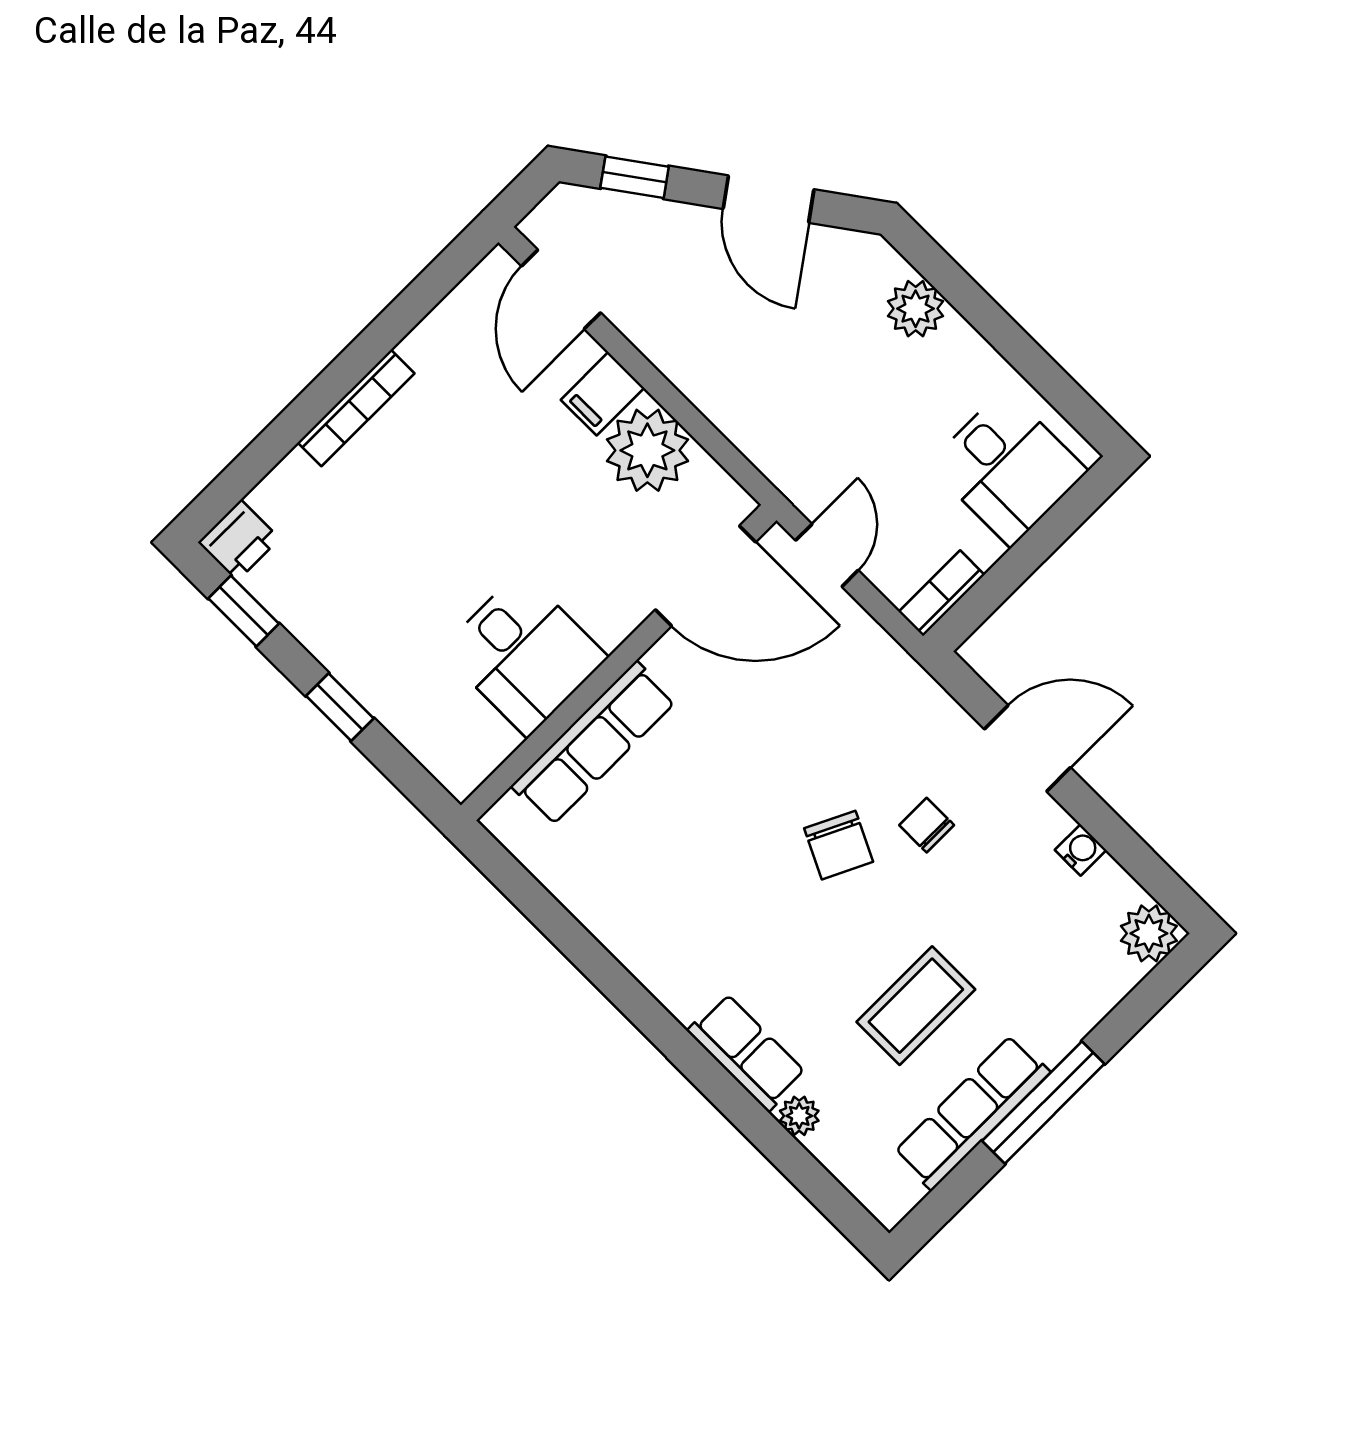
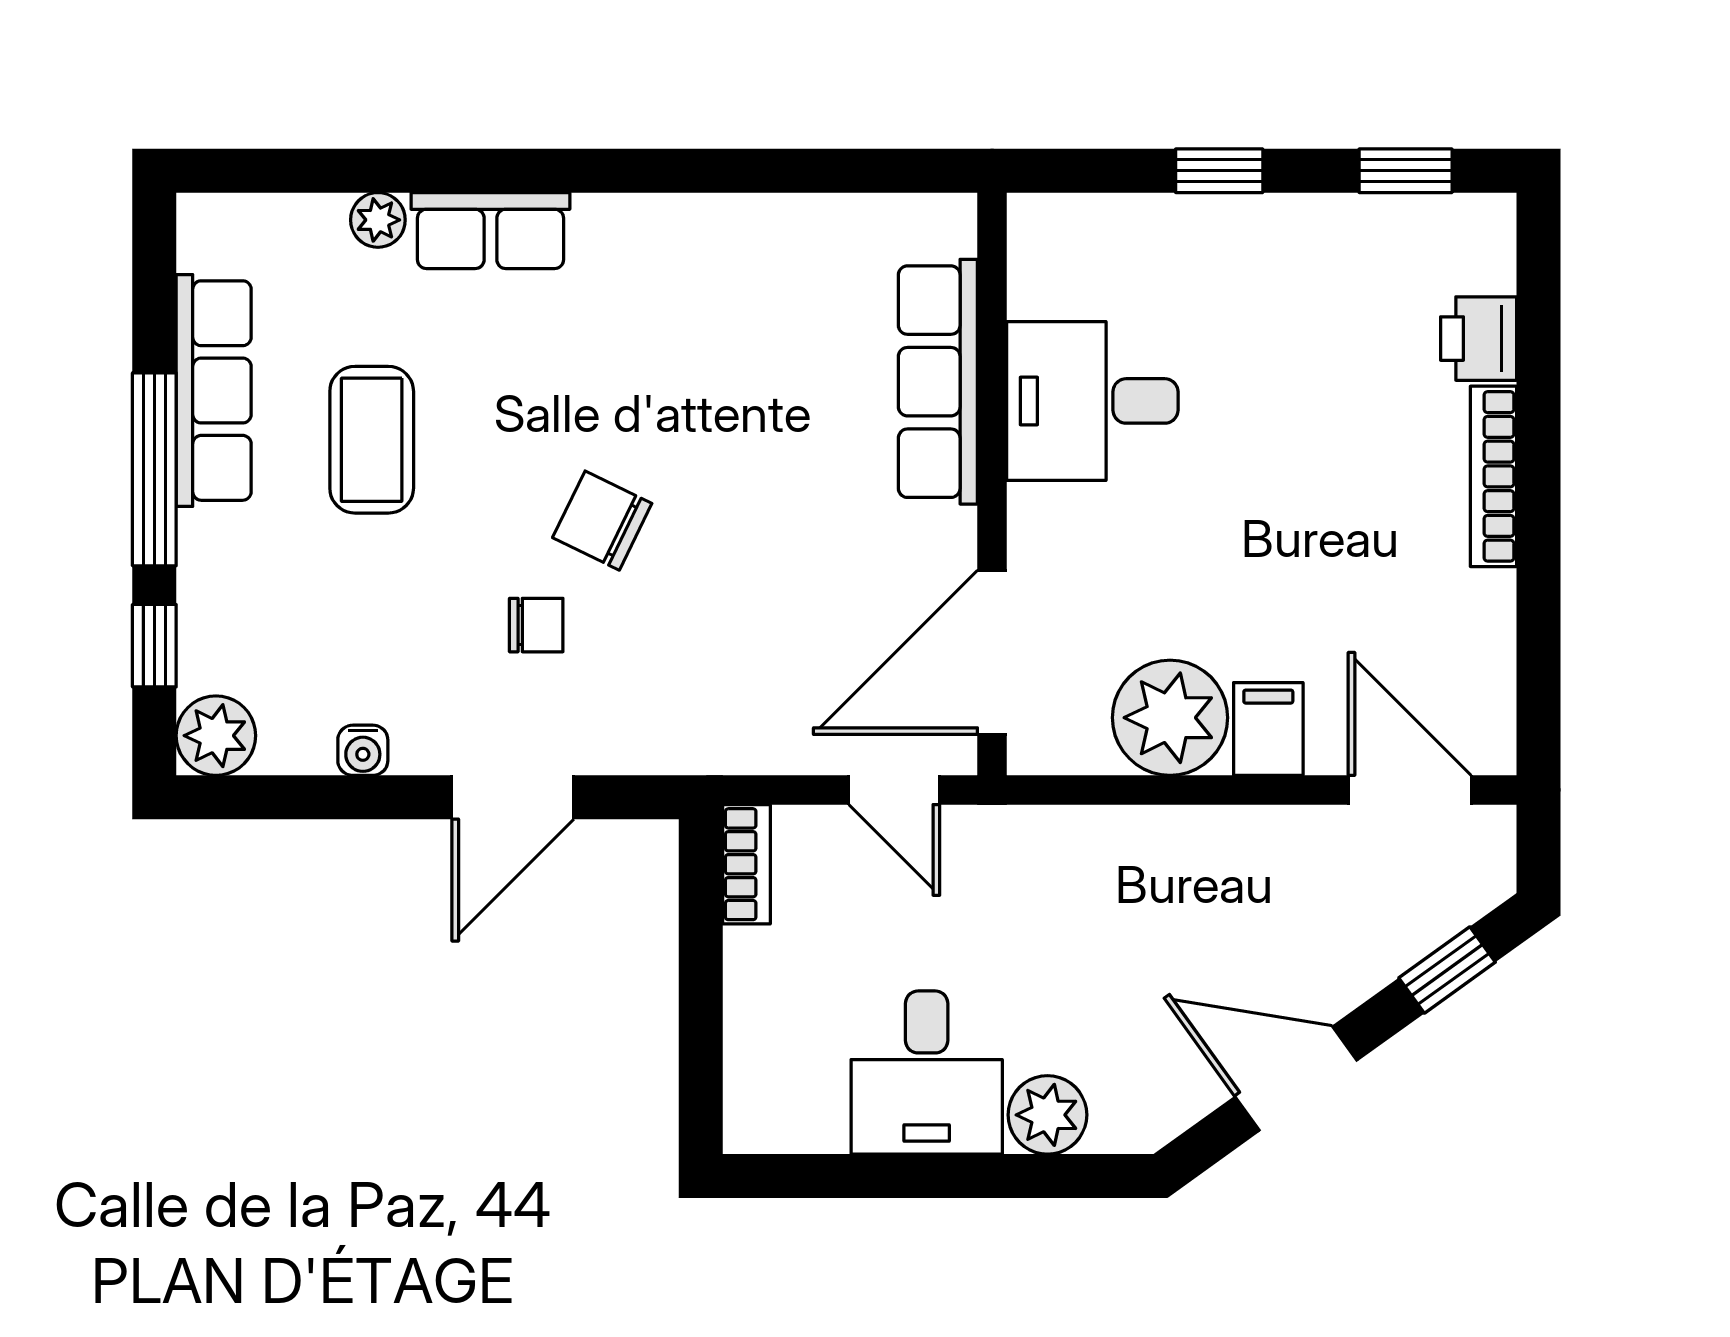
desk: (1008, 468) -> (927, 1073), moved, turned -90
printer: (239, 540) -> (1479, 339), moved
window: (1134, 1011) -> (154, 646), added

